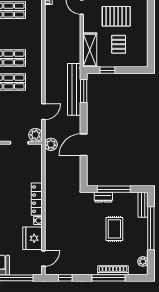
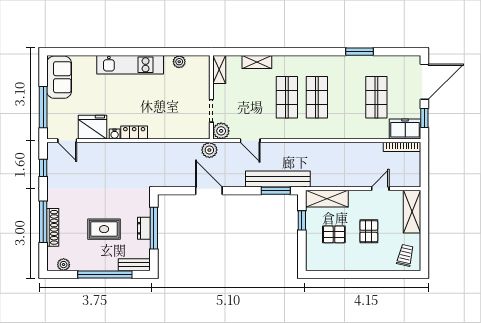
pallet: (116, 16) -> (369, 231), width x0.67, depth x0.71
dresser: (103, 197) -> (144, 228), moved
locker: (37, 199) -> (134, 132), width x0.66

